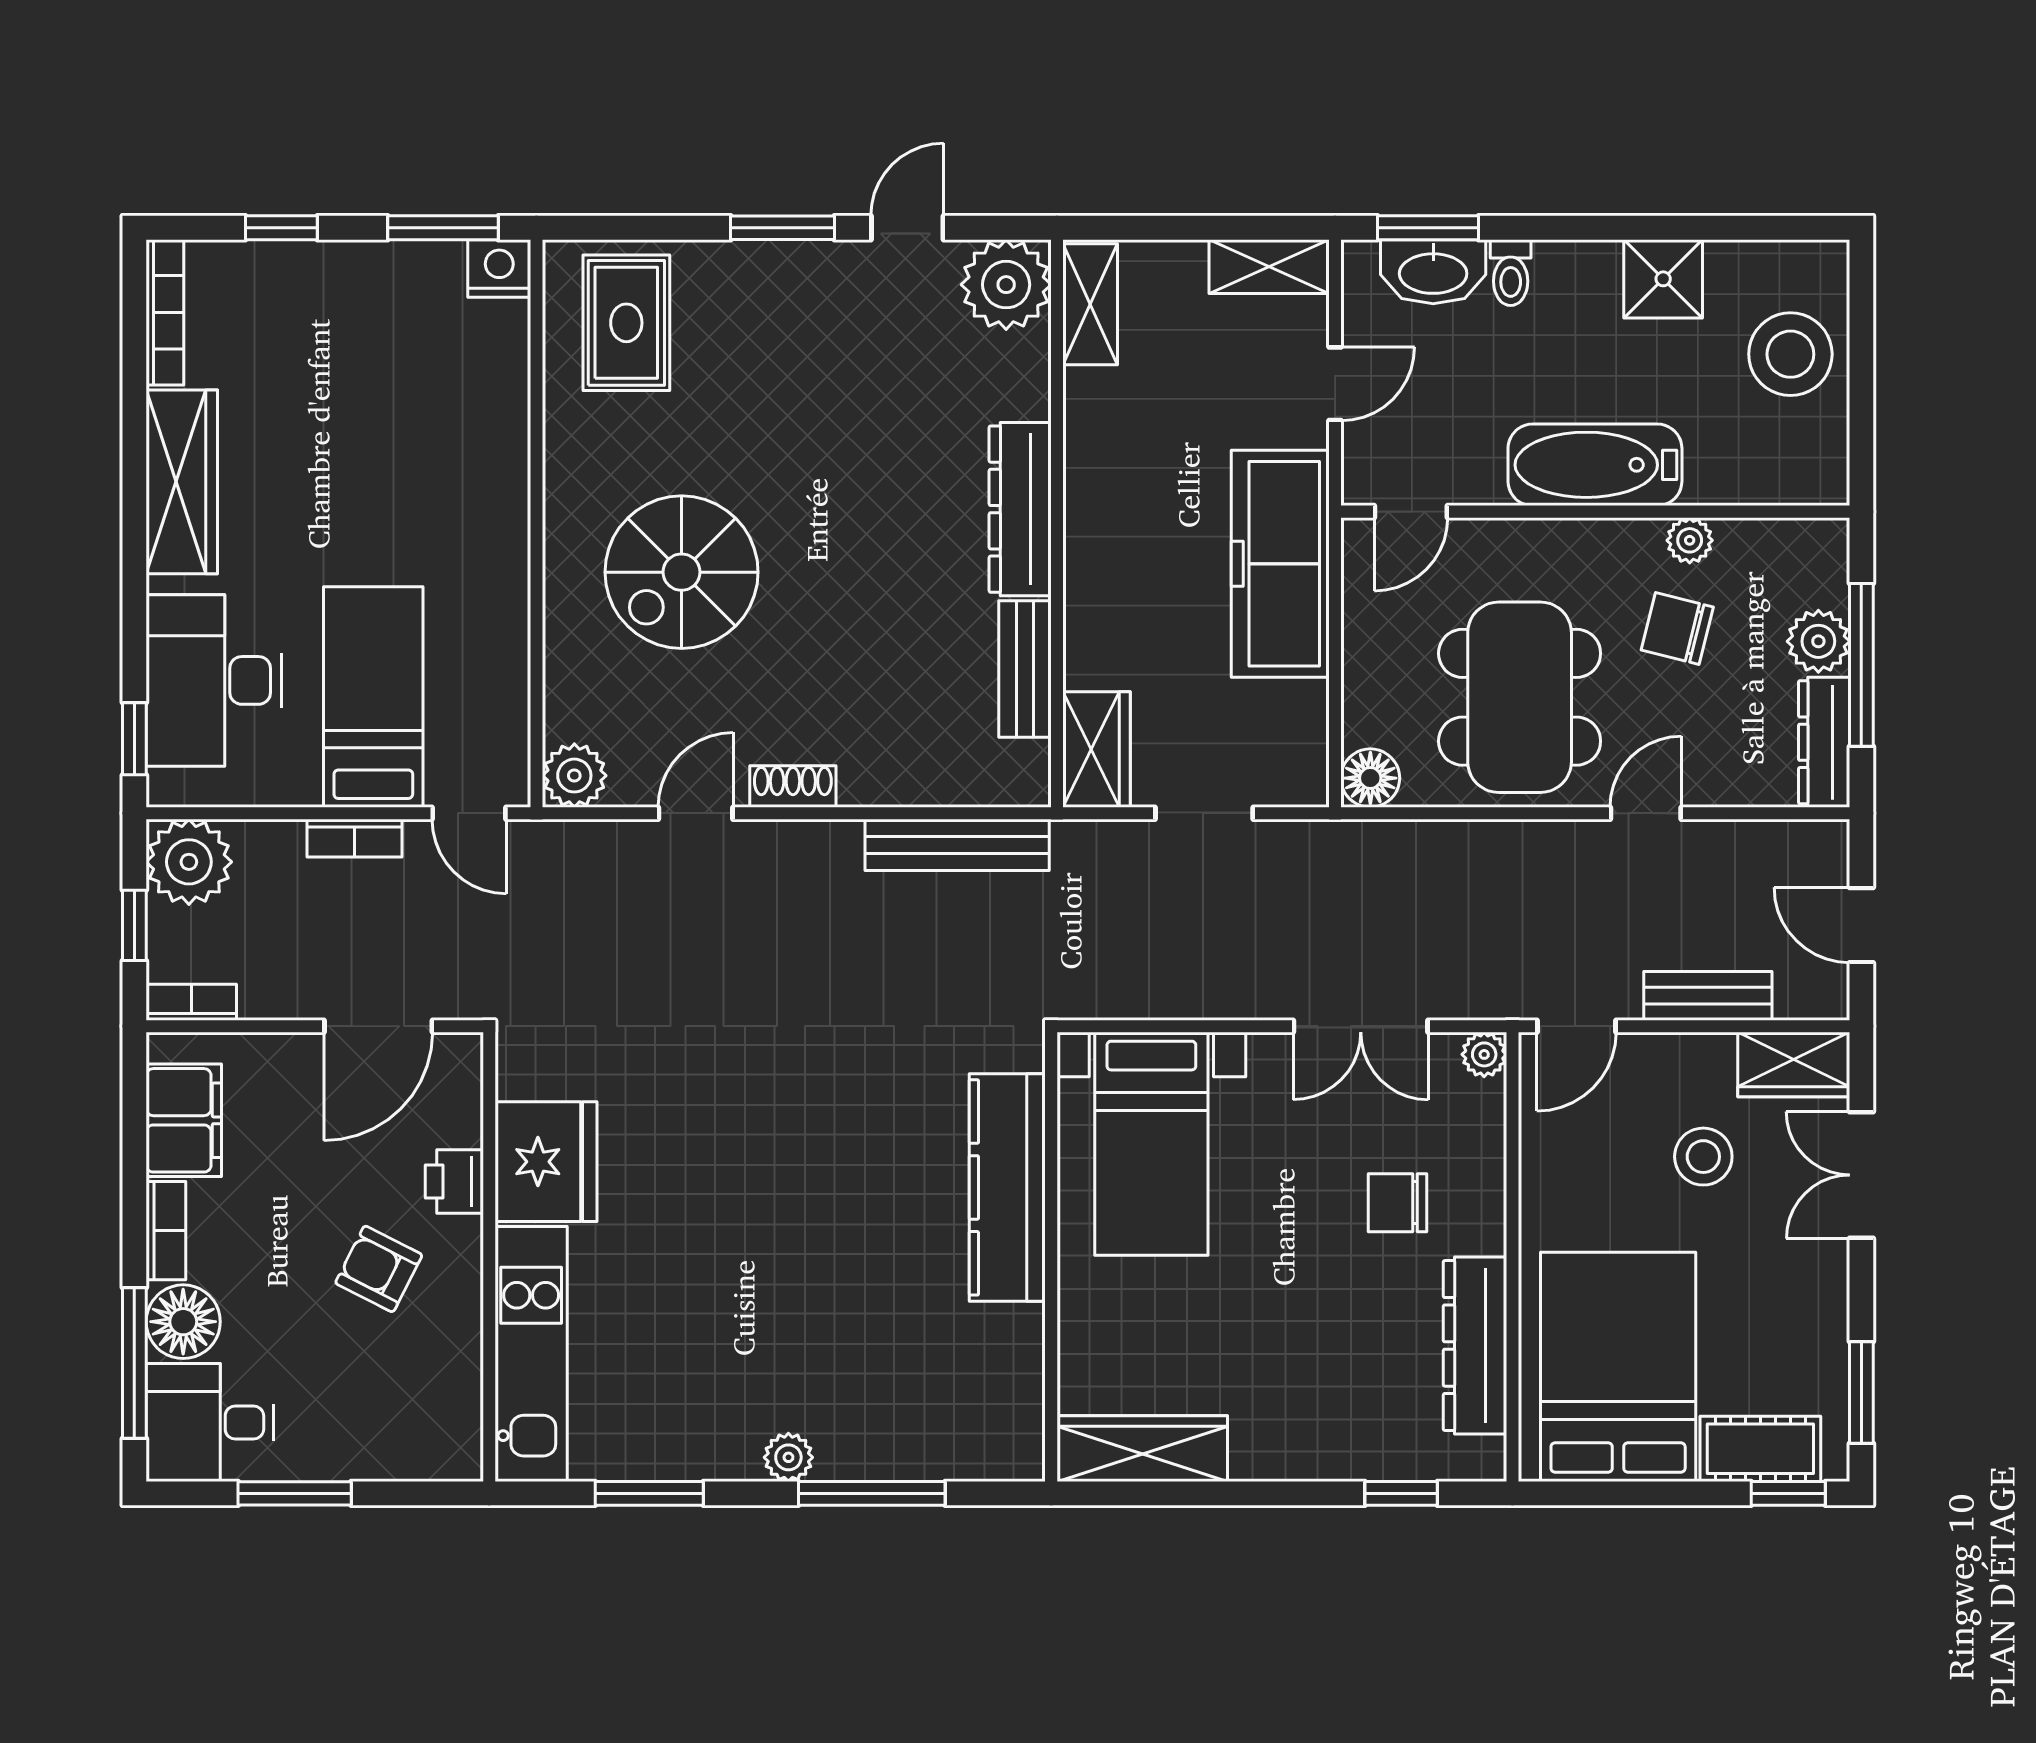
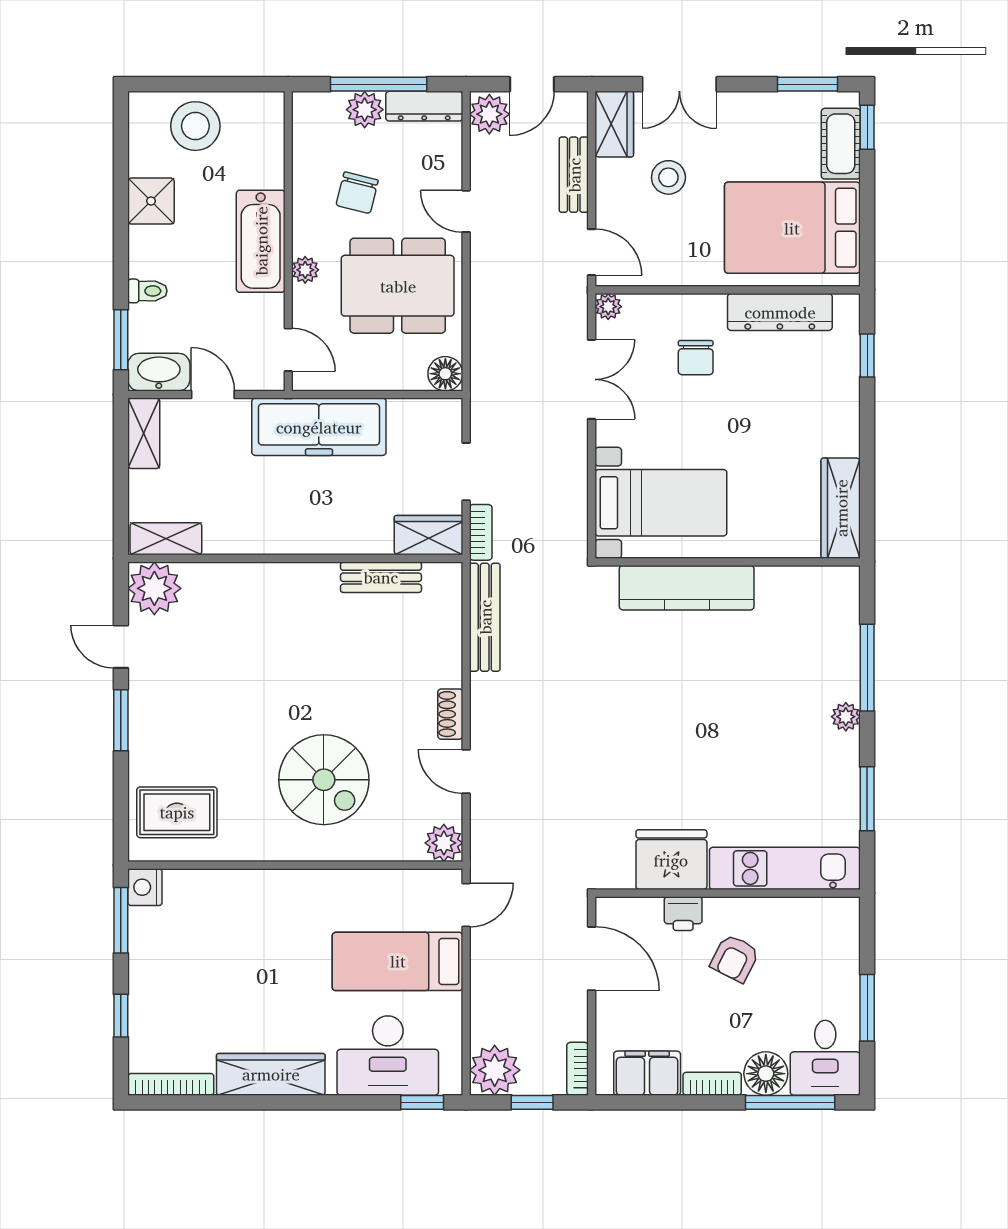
washbasin: (1433, 272) -> (159, 372), moved, turned -90
dresser: (1020, 509) -> (287, 580), removed
plant: (1690, 540) -> (305, 270), moved
bookcase: (354, 838) -> (481, 532), moved
plant: (1811, 853) -> (489, 114), added

